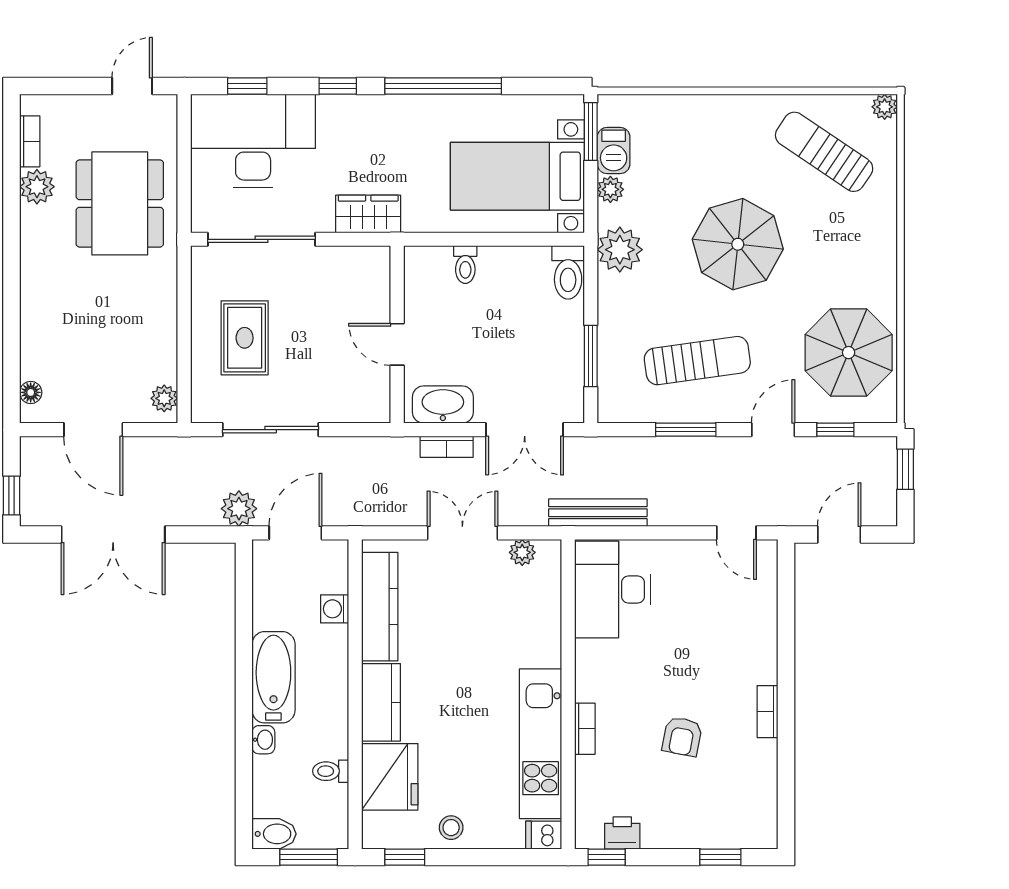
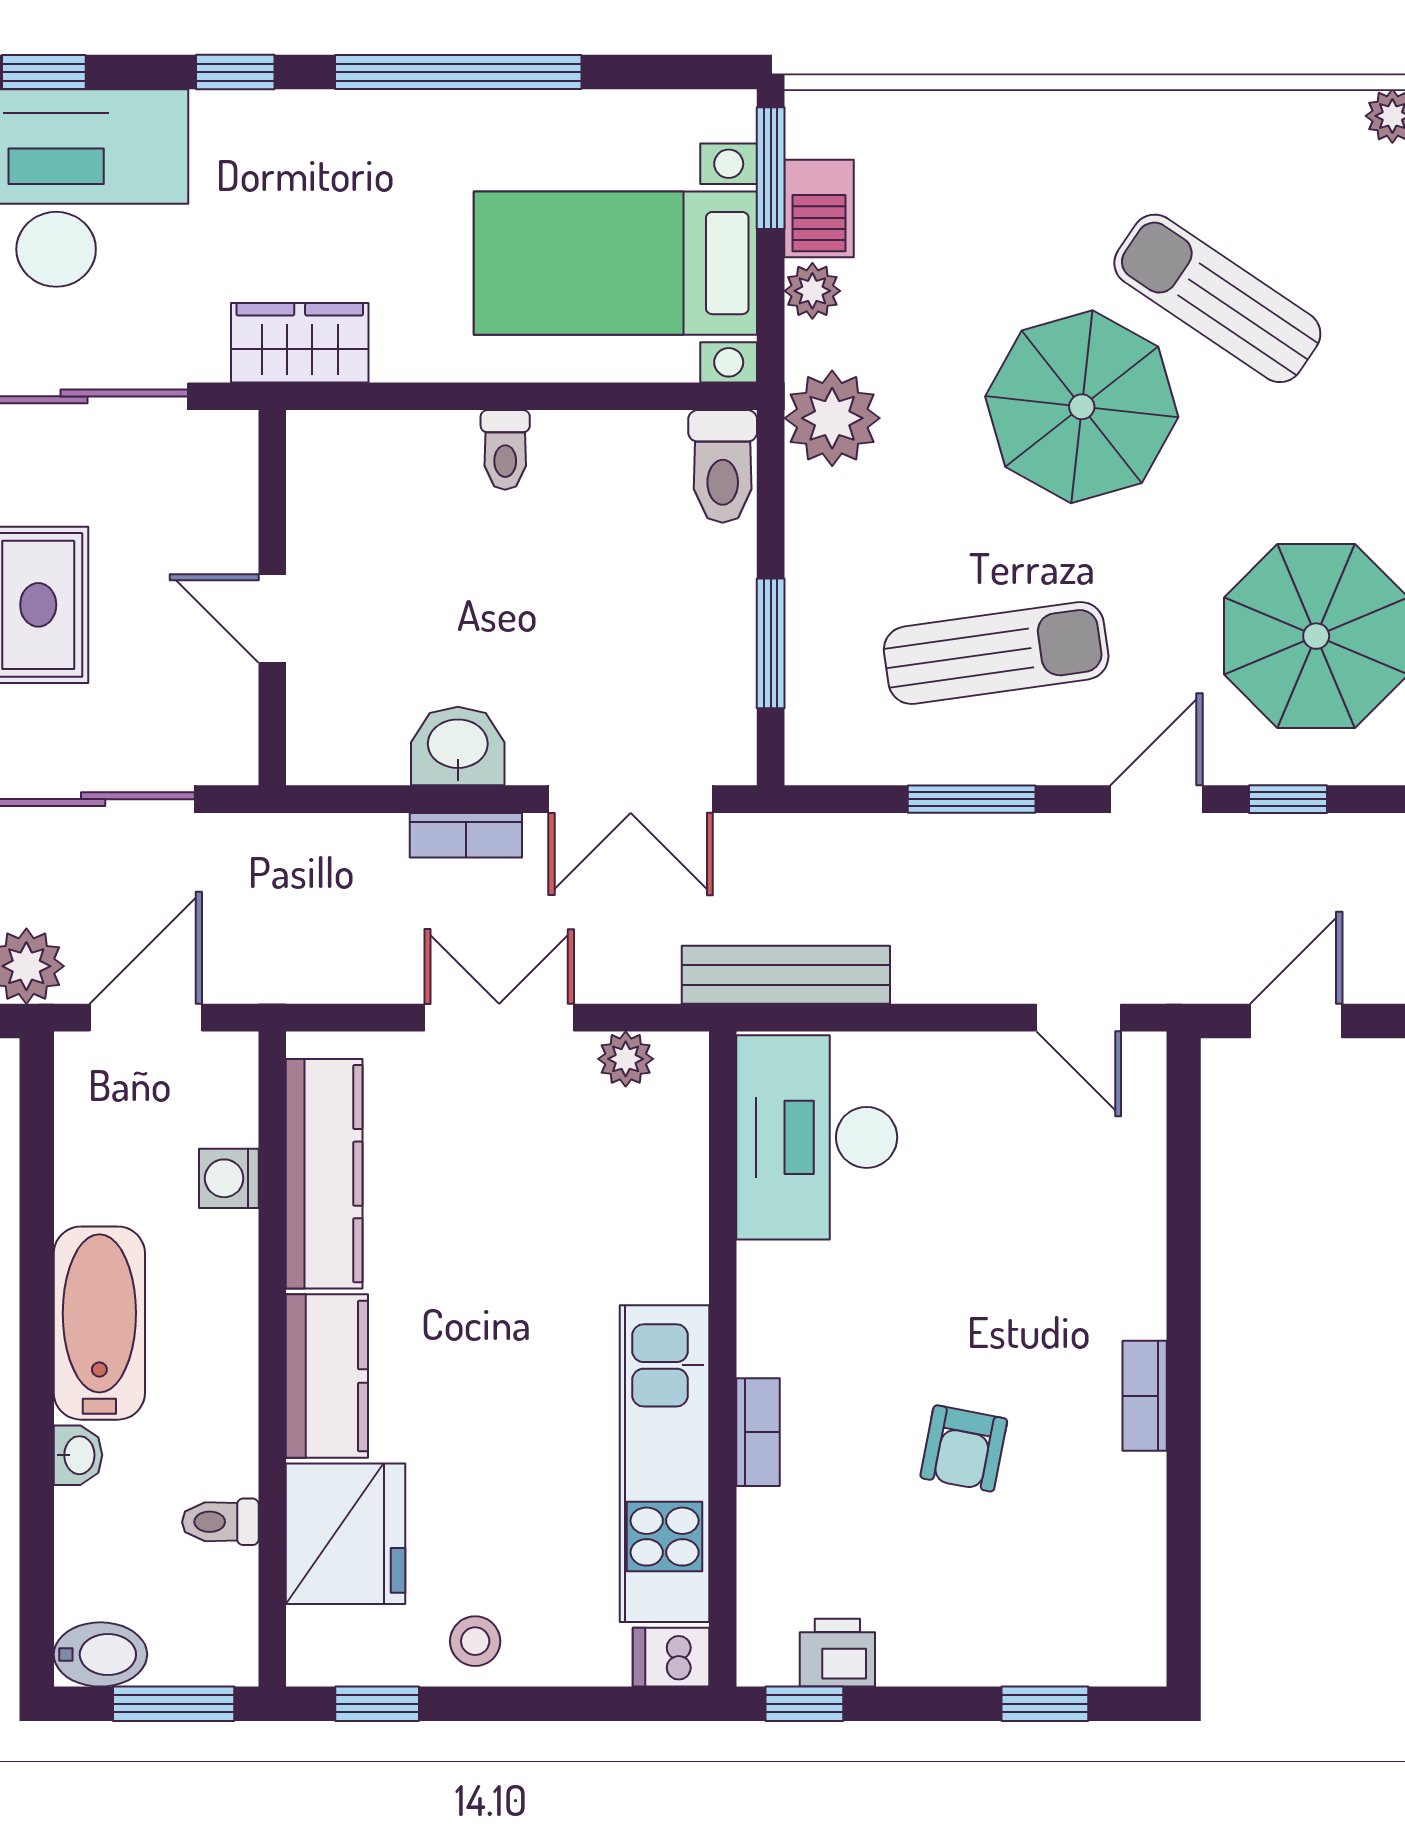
sun lounger: (824, 152) -> (1217, 298), moved
wall: (397, 334) -> (272, 598), moved
door: (397, 344) -> (272, 619), moved
washbasin: (443, 405) -> (458, 746), width x0.72

